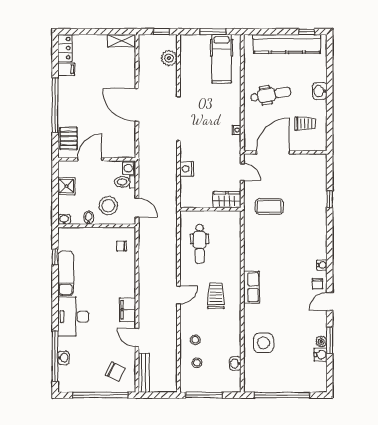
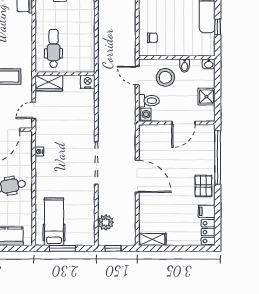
window: (55, 105) -> (218, 157), moved
pallet: (69, 138) -> (203, 186), moved
nightstand: (187, 169) -> (88, 82), moved, turned -90
door: (242, 172) -> (34, 110), hinge flipped
dental chair: (200, 244) -> (54, 48), moved

